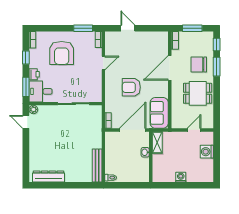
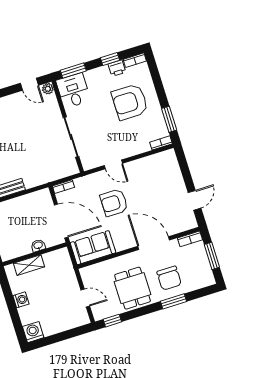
door: (128, 28) -> (194, 200), moved
window: (217, 45) -> (112, 321), moved
door: (103, 63) -> (113, 164), moved
chair: (199, 64) -> (169, 278), turned 180
printer: (34, 74) -> (117, 68), moved
armchair: (131, 87) -> (114, 203), turned -90
door: (26, 122) -> (29, 84), swing flipped
shelving: (157, 143) -> (29, 265), moved
washing machine: (207, 152) -> (33, 332), moved

